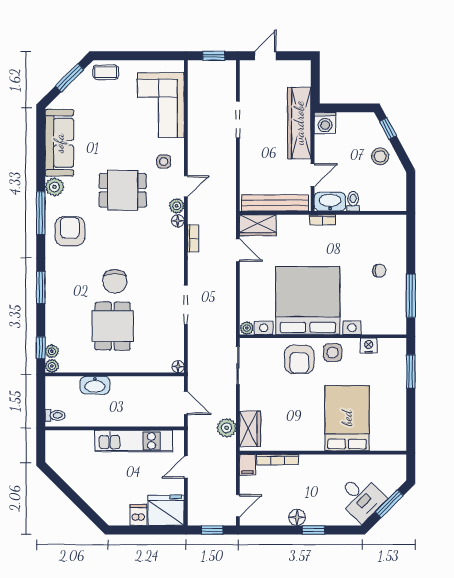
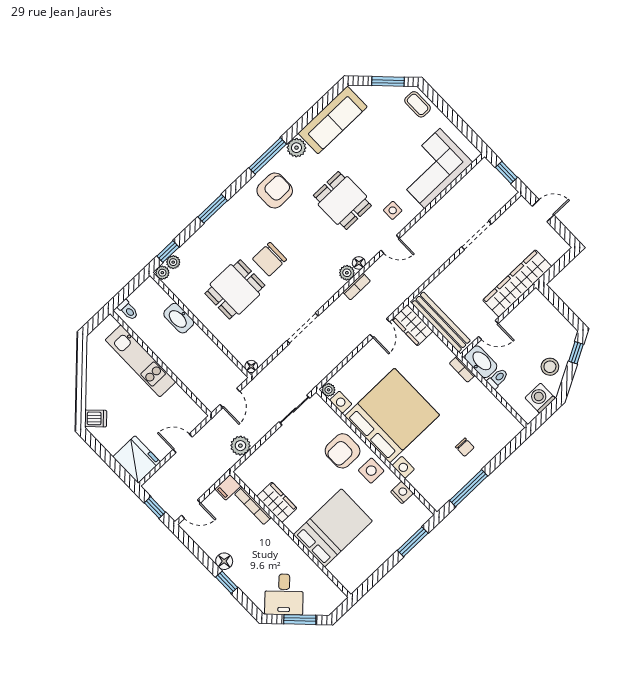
washing machine: (325, 123) -> (540, 398), moved, turned 90
plant: (177, 206) -> (347, 273), moved
wardrobe: (250, 429) -> (277, 502), moved, turned -90
kitchen unit: (134, 441) -> (140, 361), moved
dishwasher: (138, 515) -> (96, 418), moved, turned 45

